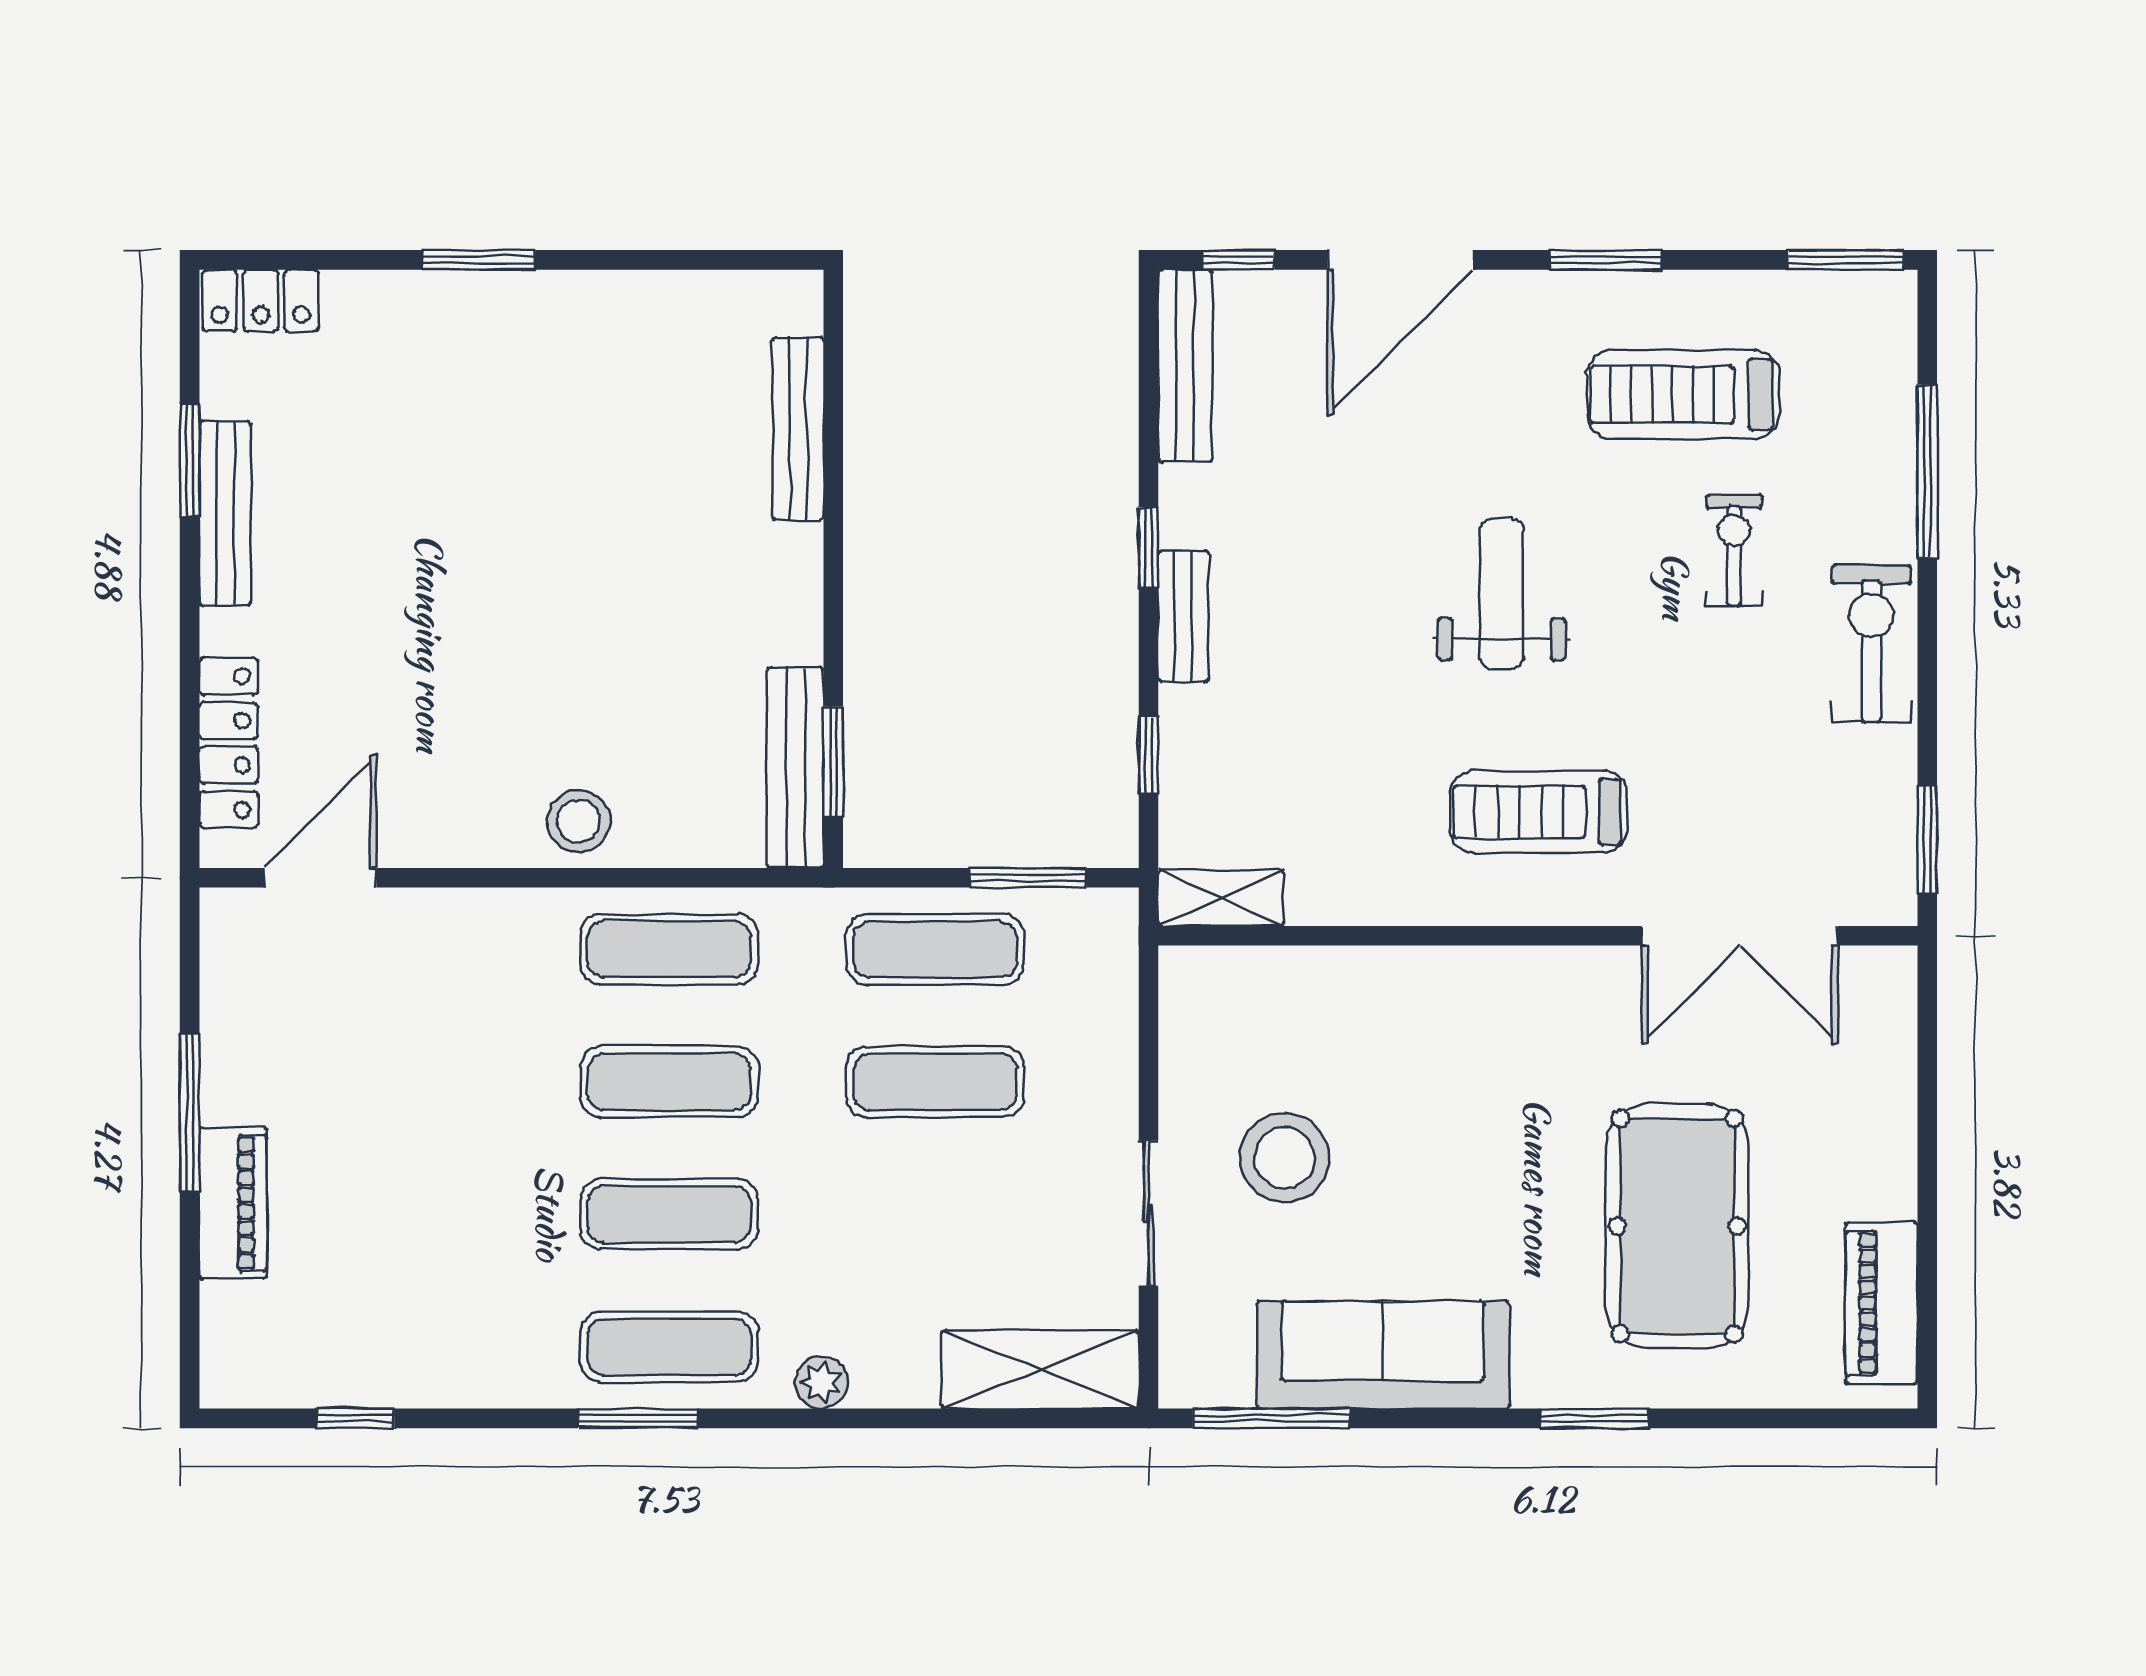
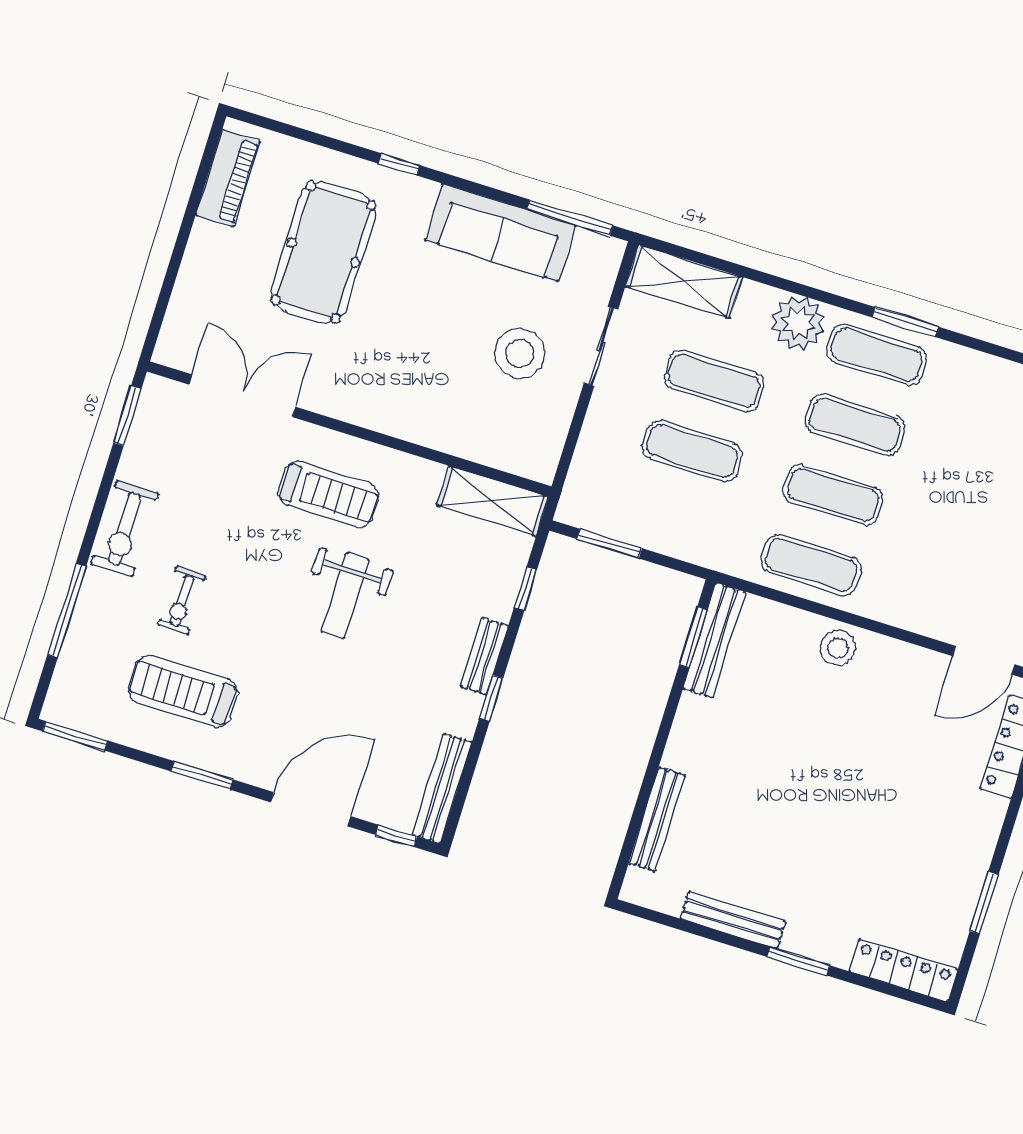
locker: (261, 301) -> (903, 970), width x1.53
treadmill: (1683, 394) -> (183, 691), turned 180
bench: (225, 513) -> (733, 920), moved, turned 90
weight bench: (1501, 594) -> (345, 596), moved
shelving: (1221, 898) -> (493, 501), width x1.50, depth x1.33
exercise mat: (935, 949) -> (714, 381), moved
plant: (821, 1382) -> (798, 323), width x1.88, depth x1.88
window: (1594, 1418) -> (399, 164), width x0.67

